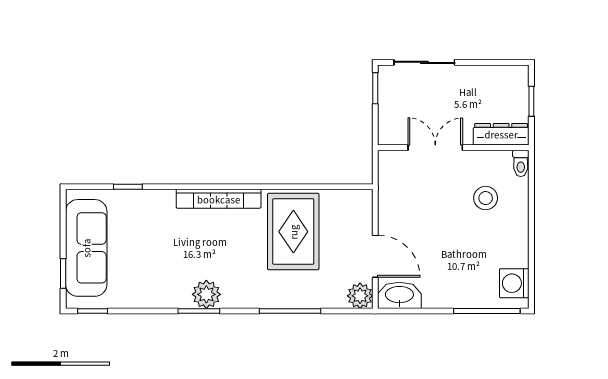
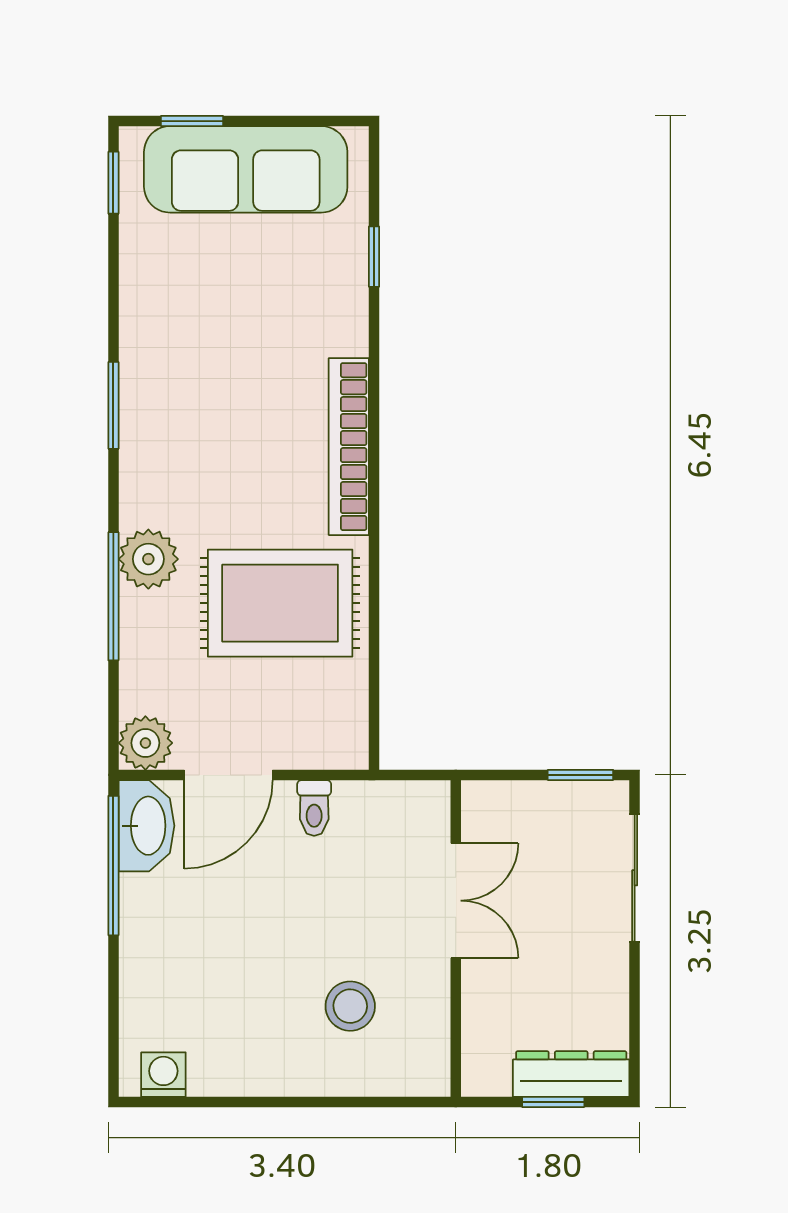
dresser: (501, 134) -> (571, 1074), moved, turned -90
toilet: (521, 163) -> (314, 808), moved, turned -90
washing machine: (514, 283) -> (163, 1075), width x0.73, depth x0.73
plant: (206, 294) -> (148, 559), moved
window: (487, 311) -> (113, 866), moved

